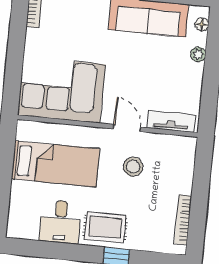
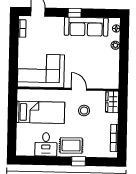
tv unit: (171, 121) -> (103, 84), removed
wardrobe: (185, 155) -> (112, 102), added

